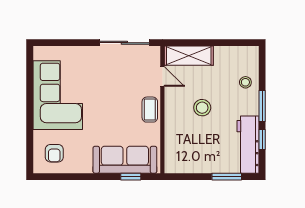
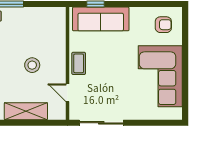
shelving: (189, 56) -> (26, 111), moved
armchair: (54, 153) -> (163, 25), turned 90

